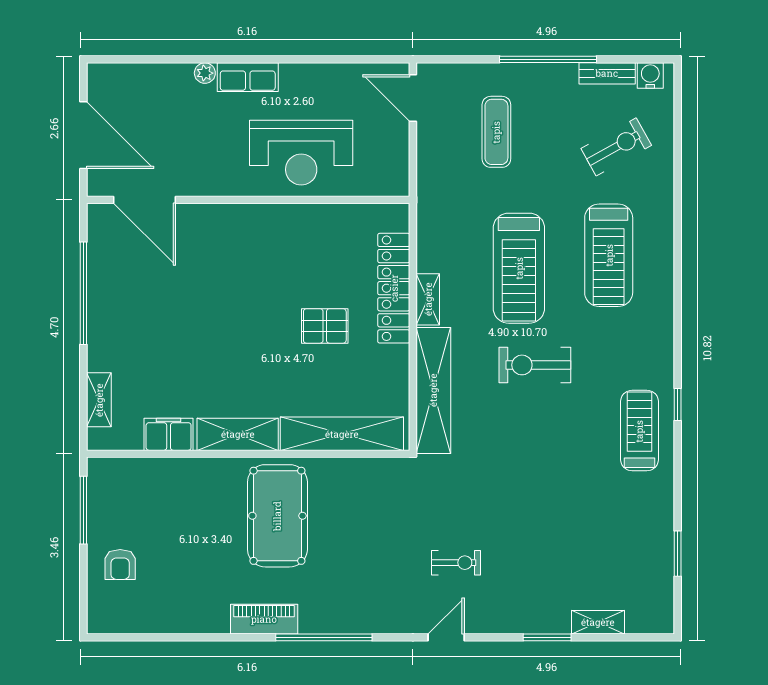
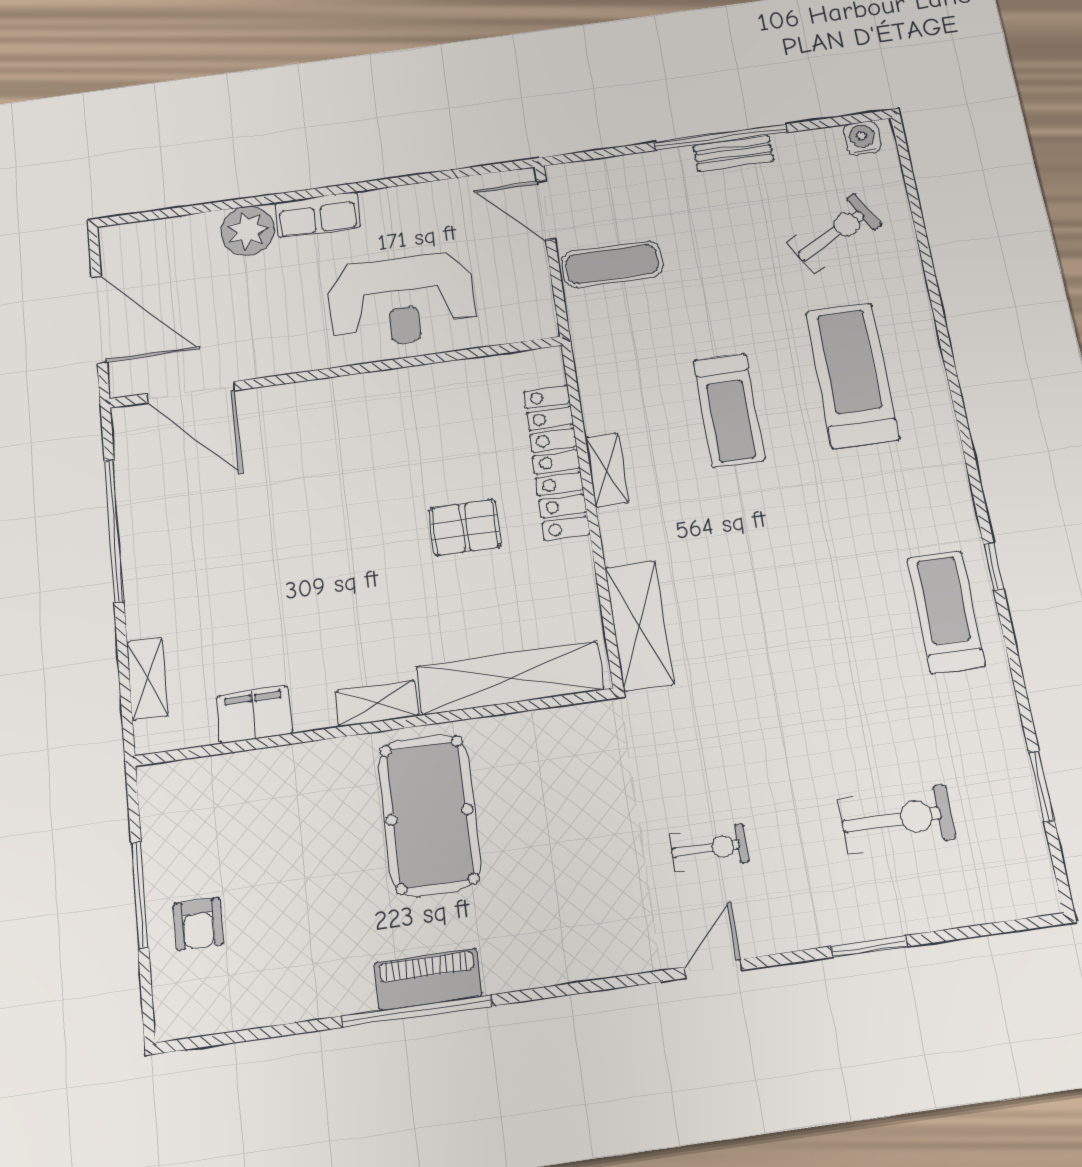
plant: (205, 73) -> (248, 231), width x1.88, depth x1.88
bench: (607, 73) -> (733, 153), moved
exercise mat: (496, 132) -> (612, 264), moved, turned 90
treadmill: (609, 255) -> (852, 375), turned 180
treadmill: (519, 268) -> (729, 410), width x0.73, depth x0.73
exercise bike: (535, 365) -> (897, 819), moved, turned 180
shelving: (433, 390) -> (639, 625), width x0.68
shelving: (238, 434) -> (377, 704), width x0.67, depth x0.75
window: (83, 510) -> (140, 895), moved
shelving: (598, 622) -> (943, 911), removed
window: (324, 637) -> (417, 1011), moved

